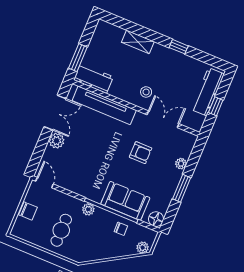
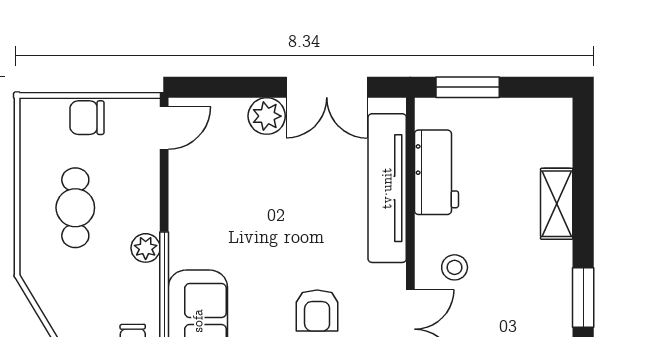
window: (179, 47) -> (583, 297), width x1.50
workbench: (93, 78) -> (436, 172), moved
chair: (28, 211) -> (87, 118), turned 90
cafe table: (61, 230) -> (75, 208), turned 90

